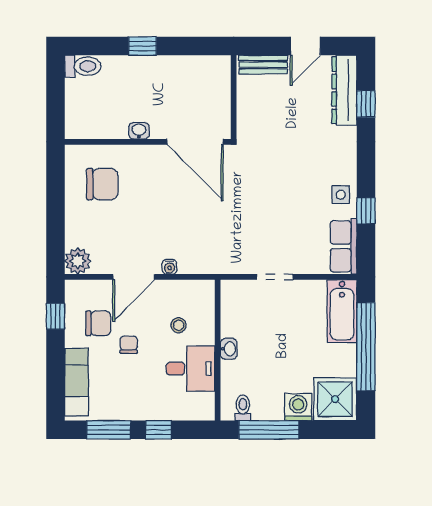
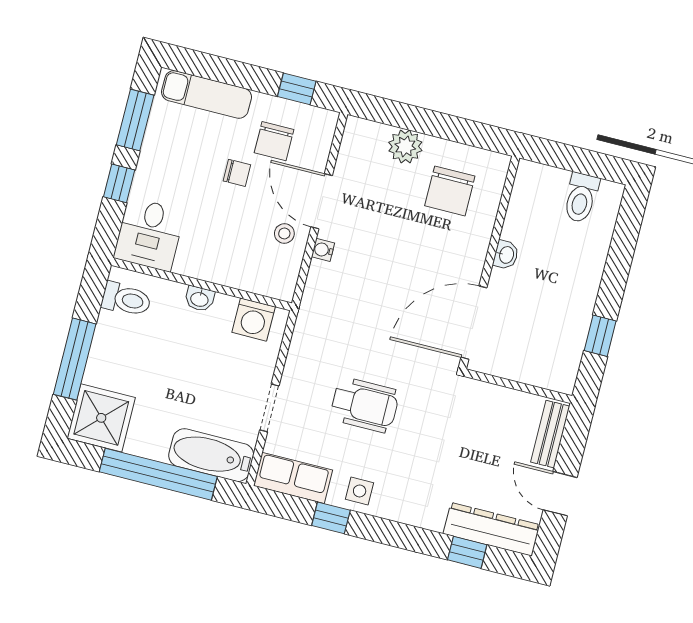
window: (142, 46) -> (600, 336), moved
toilet: (83, 66) -> (581, 198), moved
wheelchair: (276, 207) -> (365, 405), added
plant: (78, 261) -> (405, 146), moved
doorway: (275, 277) -> (269, 408), moved
stool: (179, 325) -> (284, 233), moved
desk: (191, 369) -> (149, 234), moved
washing machine: (298, 407) -> (254, 320), moved, turned 90
toilet: (243, 408) -> (126, 299), width x1.37, depth x1.39
window: (269, 430) -> (75, 359), moved

